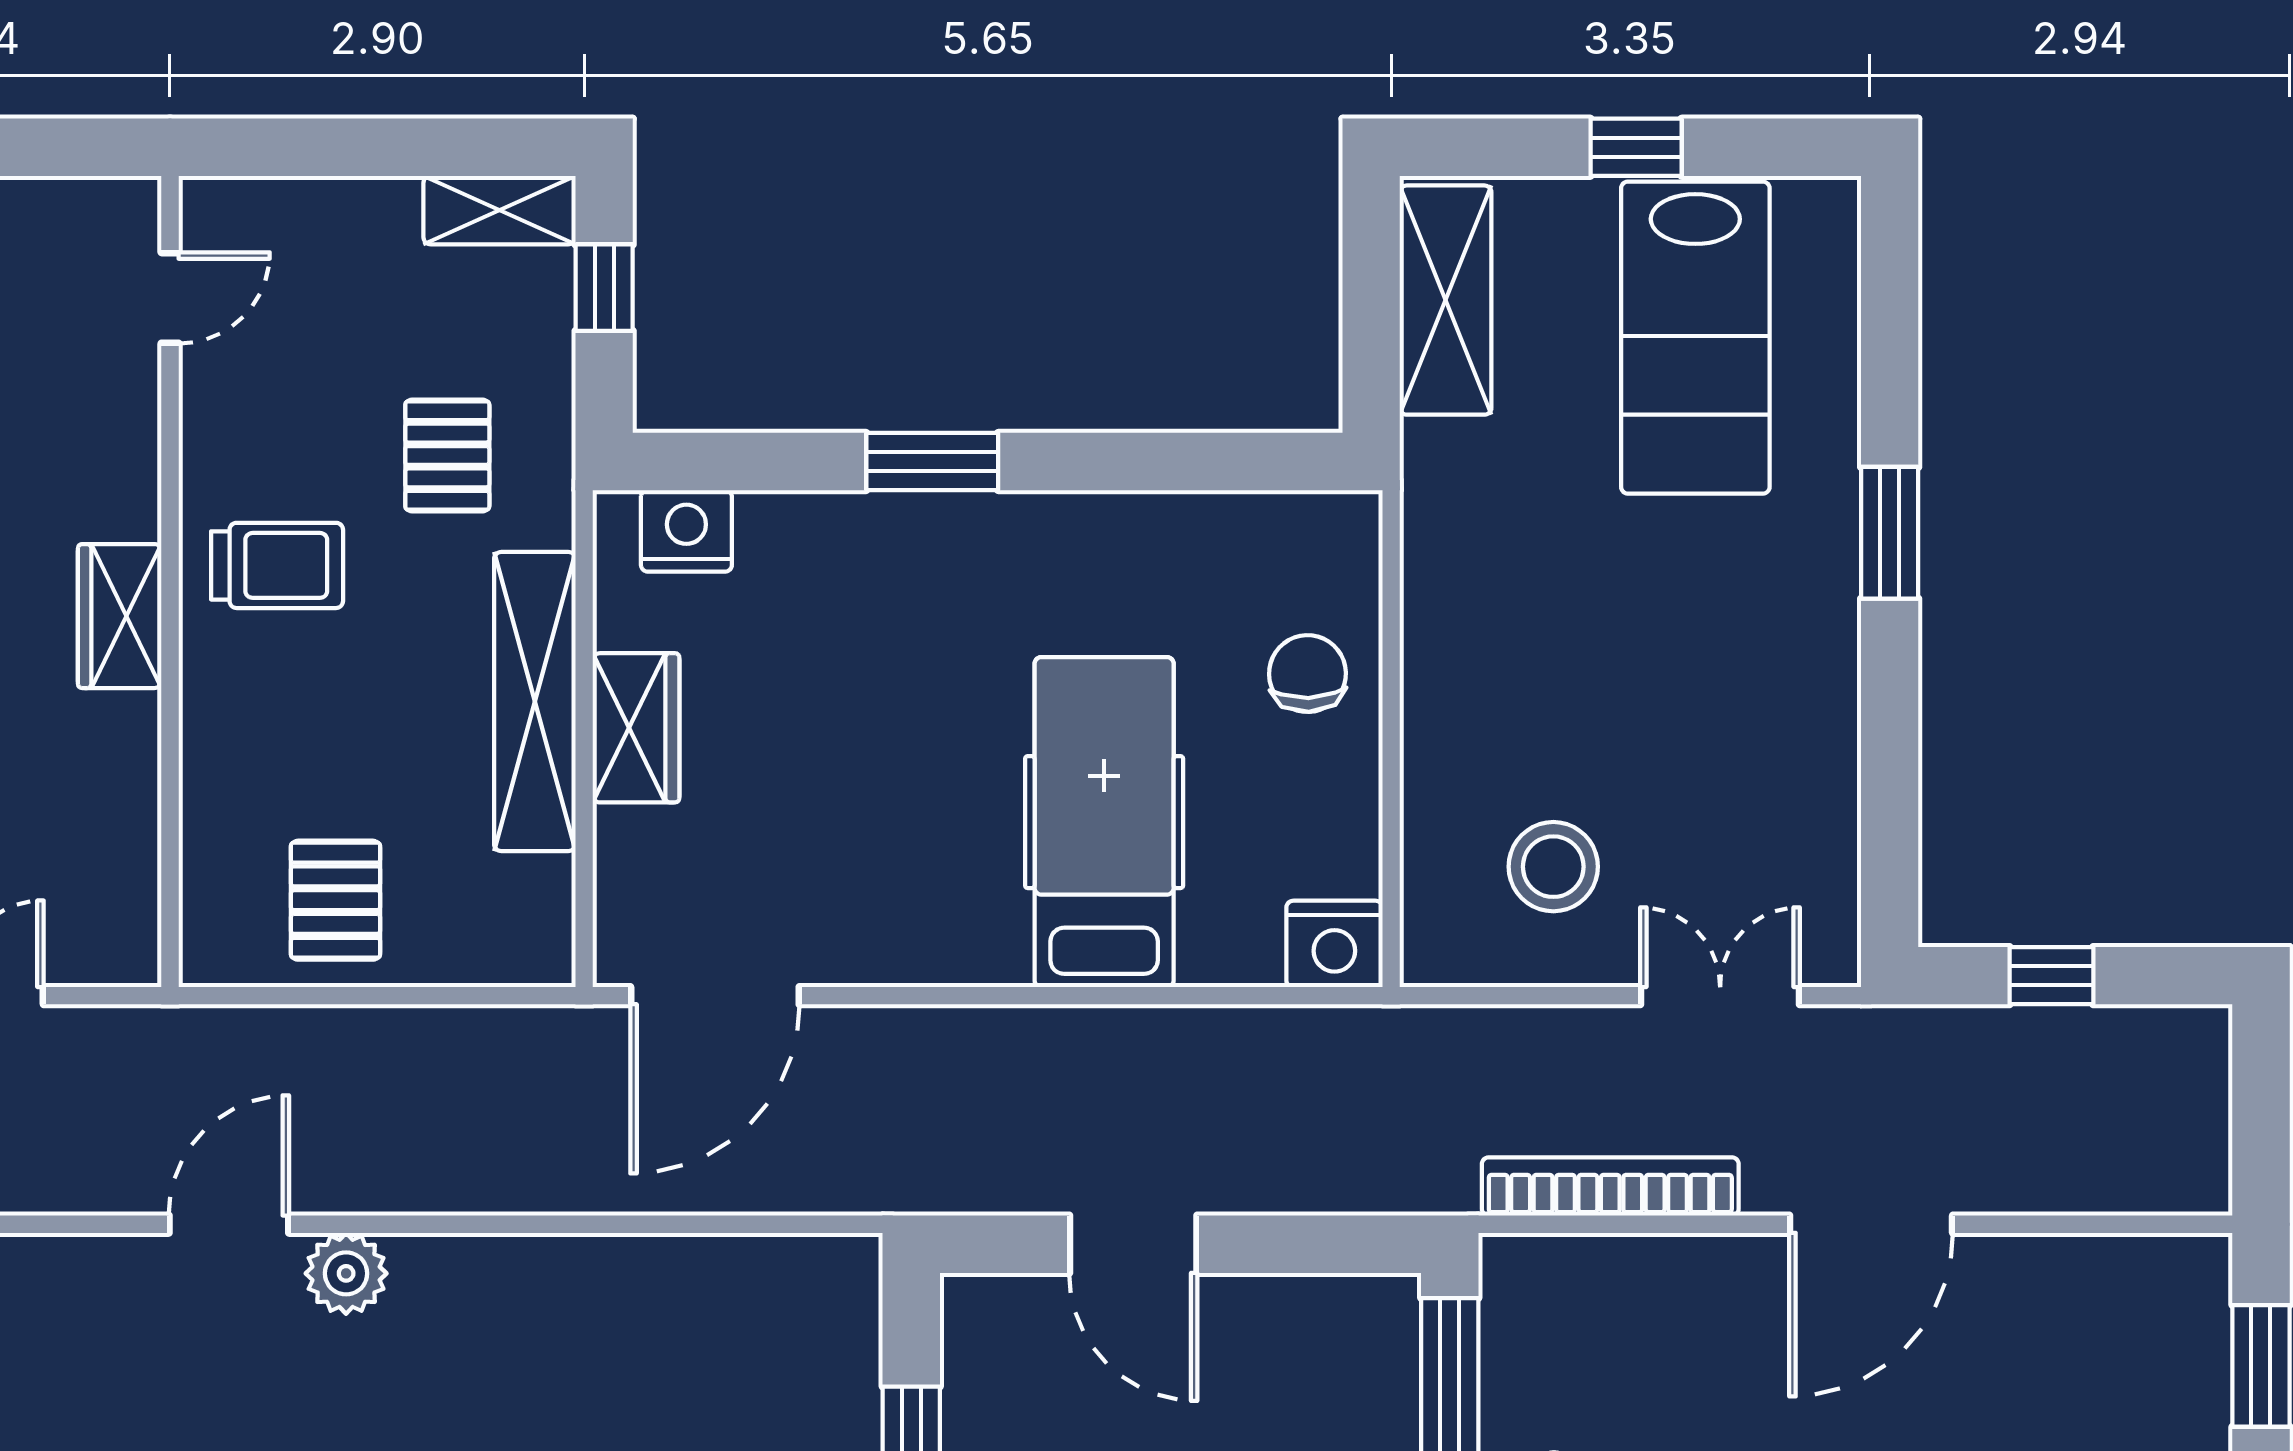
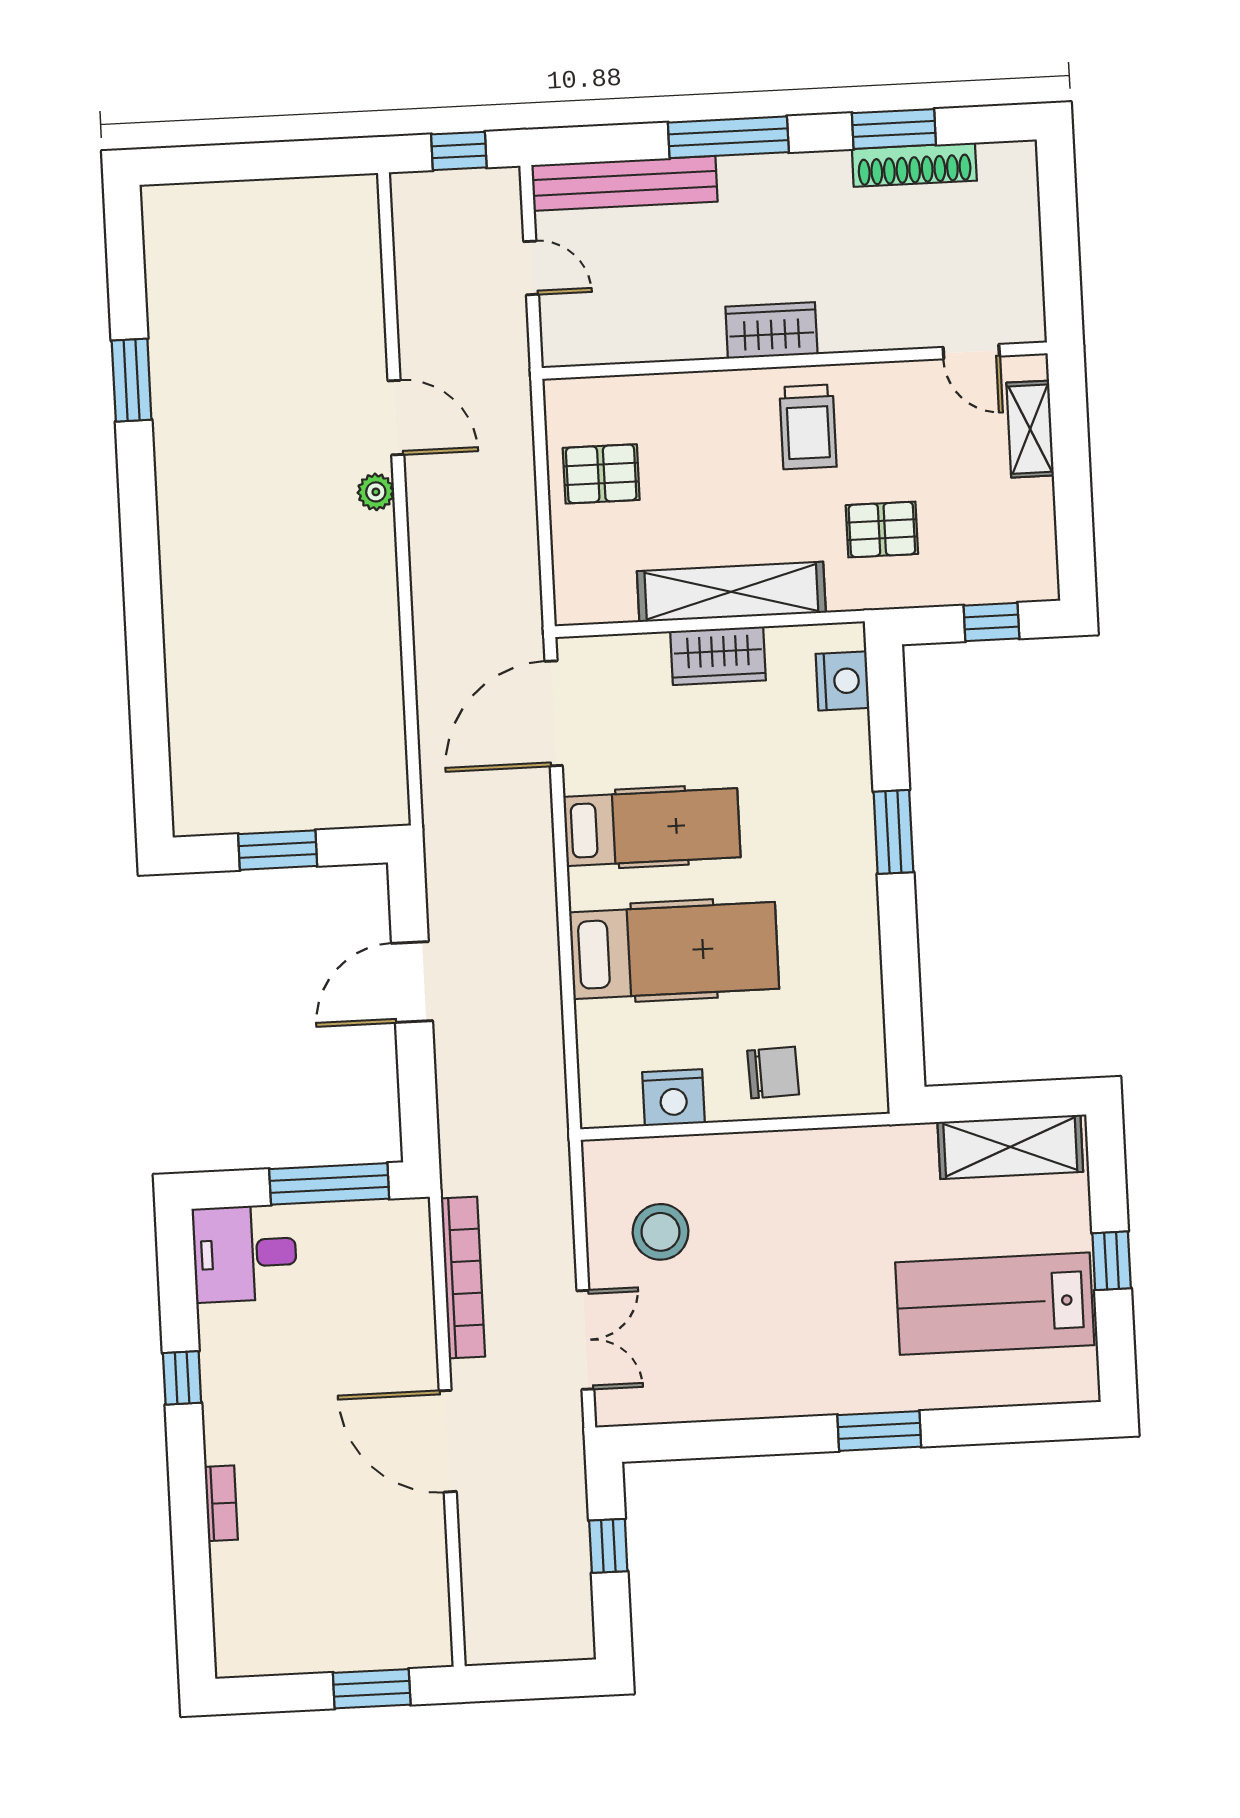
shelving: (500, 210) -> (1030, 429), moved
hospital bed: (905, 848) -> (652, 827), added
nightstand: (1334, 944) -> (673, 1098), moved, turned -90
door: (715, 996) -> (554, 713), hinge flipped
plant: (346, 1273) -> (376, 492), width x0.73, depth x0.73

